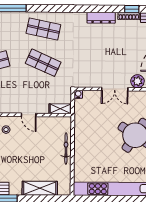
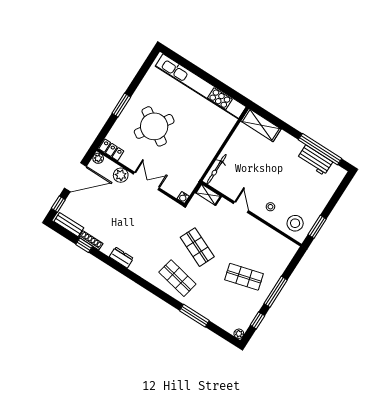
dresser: (101, 18) -> (121, 258), width x0.70
bicycle: (66, 149) -> (217, 169), moved
shelving: (40, 188) -> (261, 125), moved

